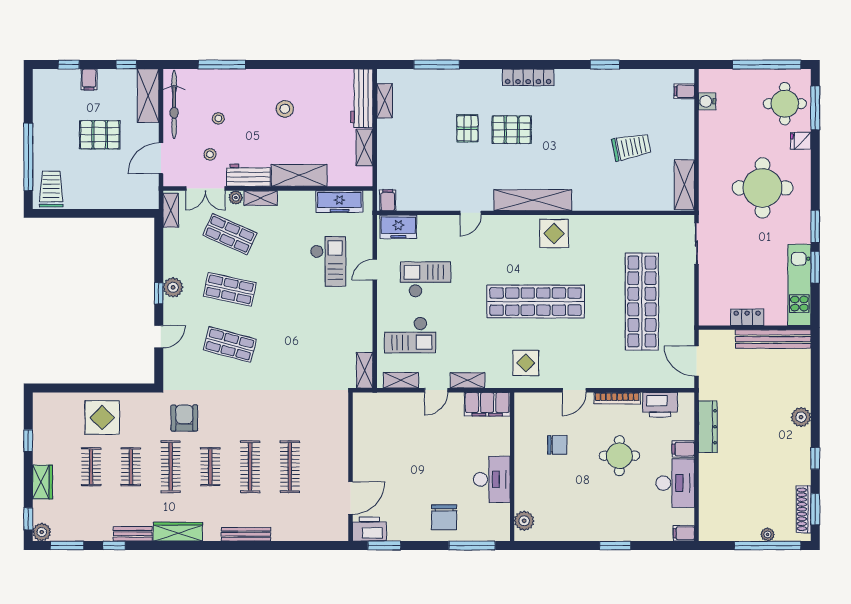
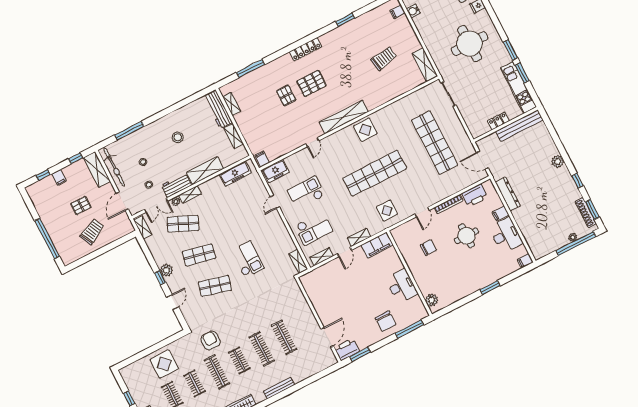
pallet: (100, 135) -> (81, 205), width x0.67, depth x0.71
trolley: (51, 189) -> (92, 232), moved, turned 64
checkout: (328, 261) -> (248, 259), moved

